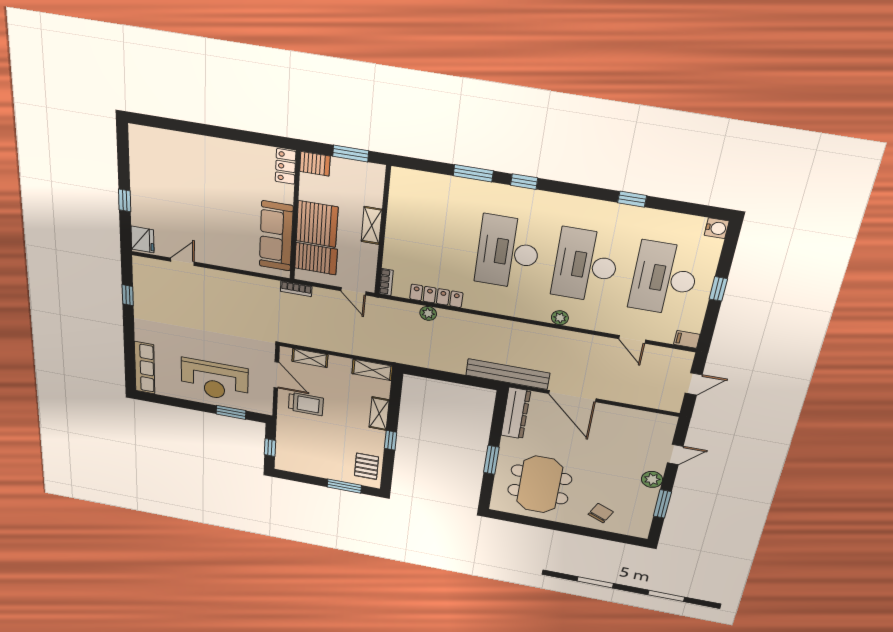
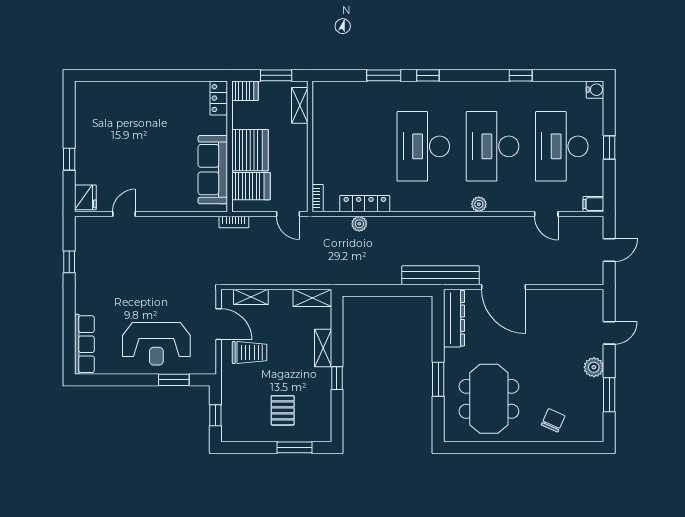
shelving: (372, 225) -> (300, 105), moved
pallet: (366, 466) -> (283, 410), moved

